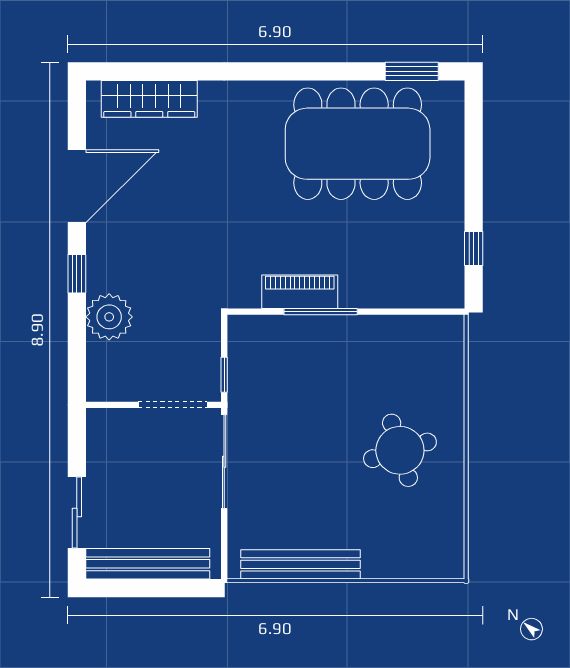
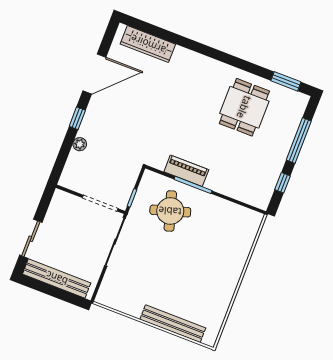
dining table: (358, 144) -> (244, 107), width x0.53, depth x0.80
window: (474, 165) -> (299, 141), added
plant: (109, 317) -> (80, 144), width x0.53, depth x0.53
round table: (400, 450) -> (170, 211), moved
bench: (300, 564) -> (173, 324), moved

